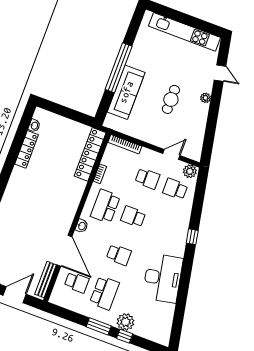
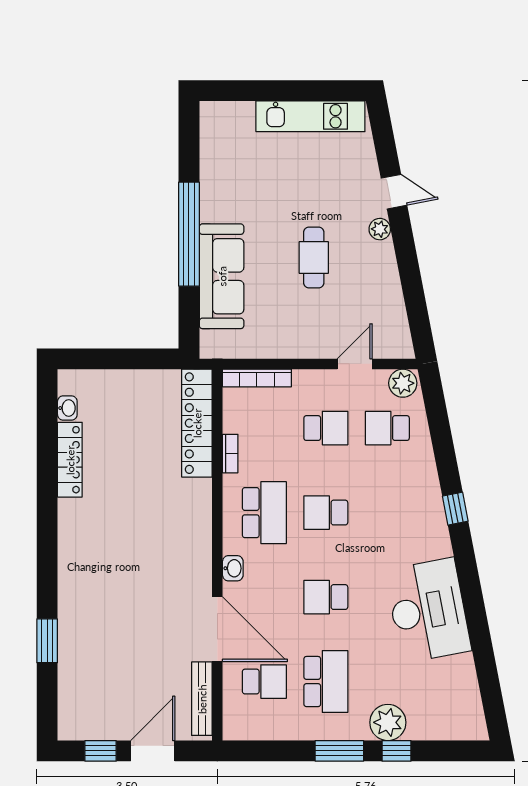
kitchen unit: (184, 32) -> (310, 116), width x0.73
door: (220, 73) -> (394, 192), moved
school desk: (105, 206) -> (264, 513), turned 180
school desk: (119, 255) -> (326, 597), turned 180

